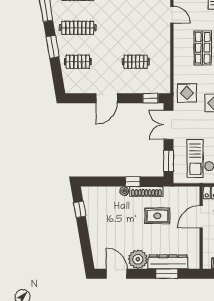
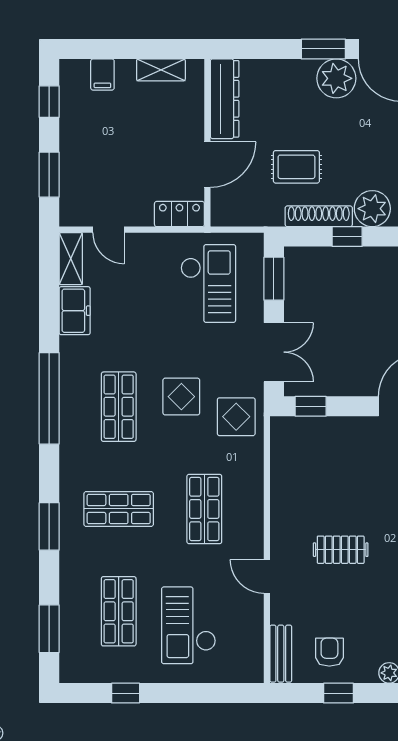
clothes rail: (136, 62) -> (341, 550), moved
plant: (124, 191) -> (372, 209), width x1.88, depth x1.88
dresser: (168, 262) -> (225, 99), moved, turned -90
window: (167, 274) -> (323, 49), moved

